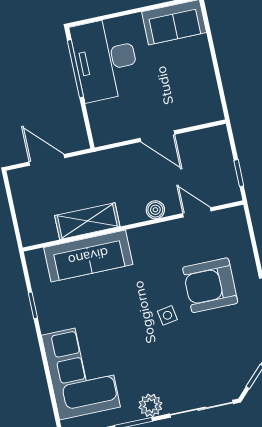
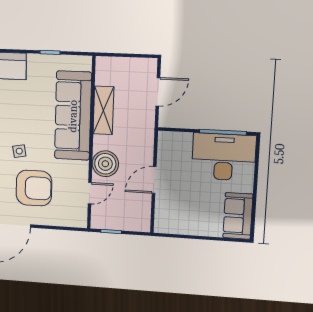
boiler: (155, 210) -> (105, 164), width x1.86, depth x1.86
sofa: (88, 256) -> (73, 116), width x1.36, depth x1.27
armchair: (210, 285) -> (34, 188), turned 90

